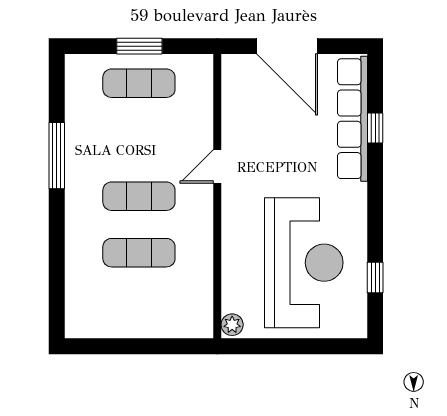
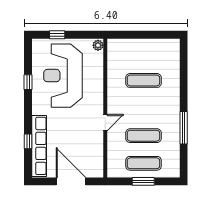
exercise mat: (139, 196) -> (143, 136), moved
window: (375, 278) -> (28, 82), moved
window: (316, 346) -> (57, 35), added

